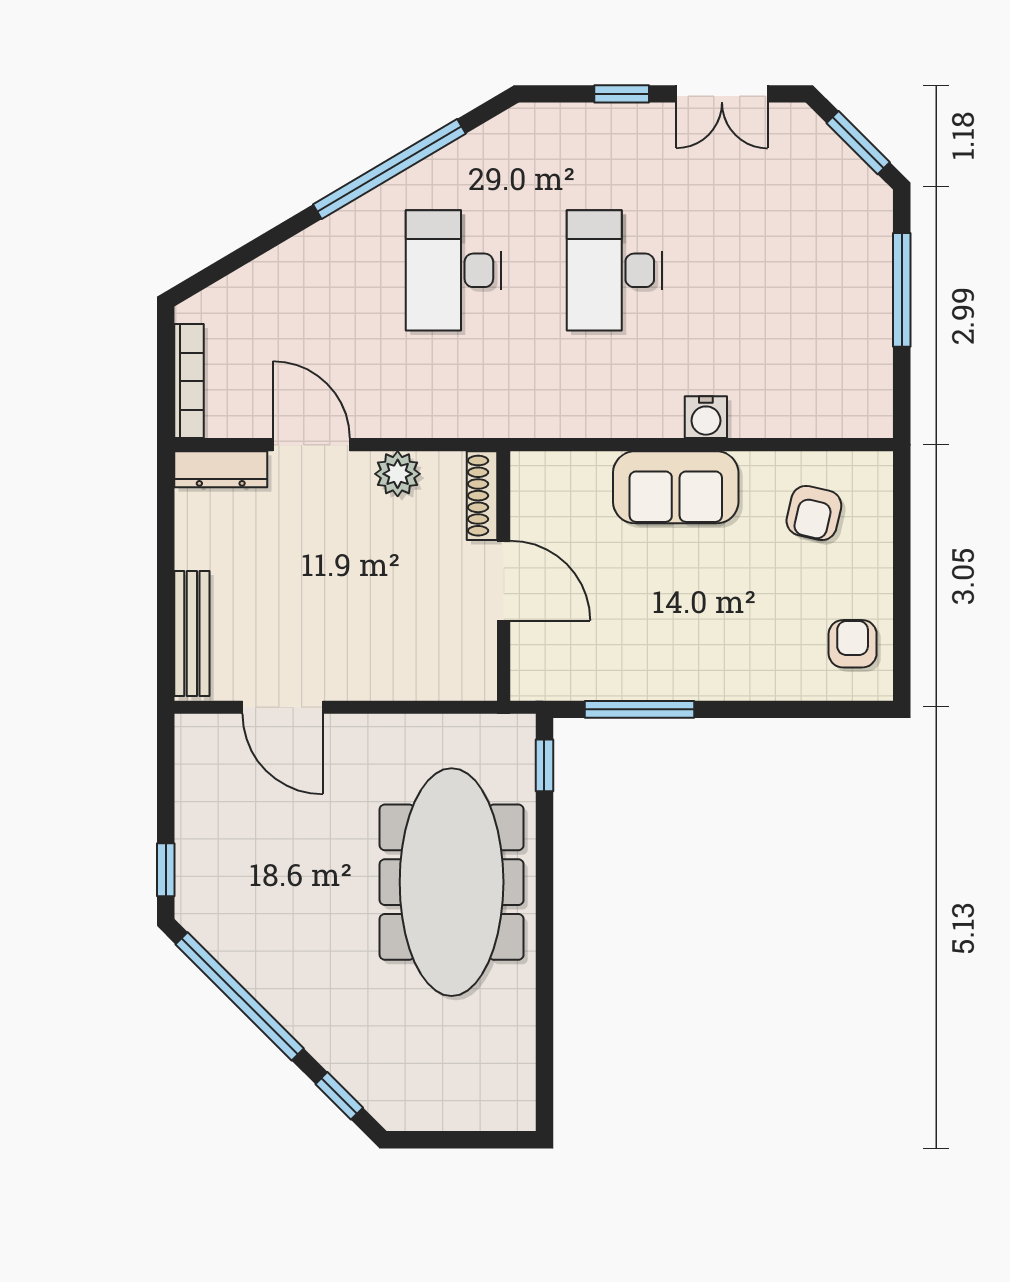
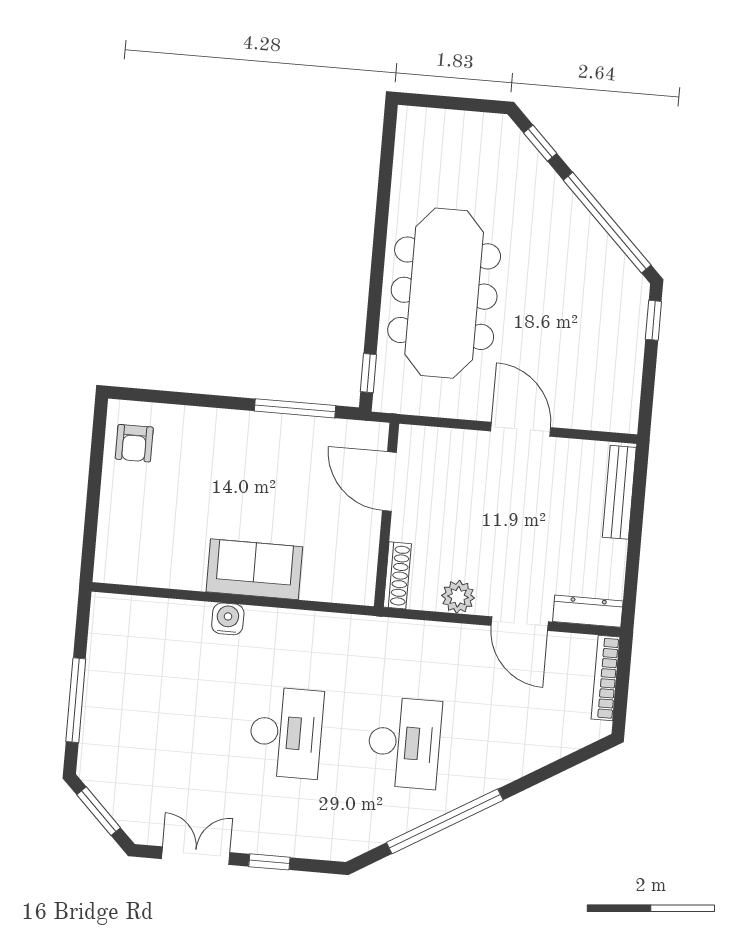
armchair: (814, 513) -> (154, 542), removed
door: (504, 581) -> (389, 482), moved
door: (283, 707) -> (521, 429), moved

